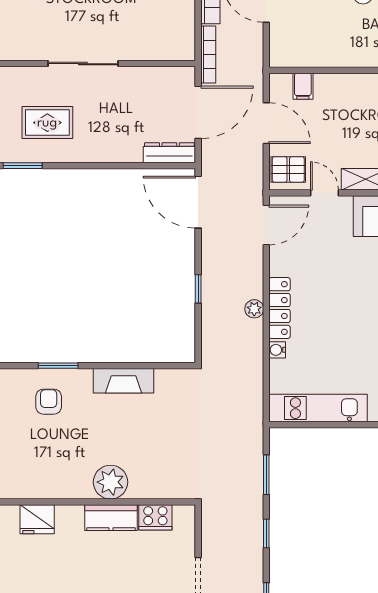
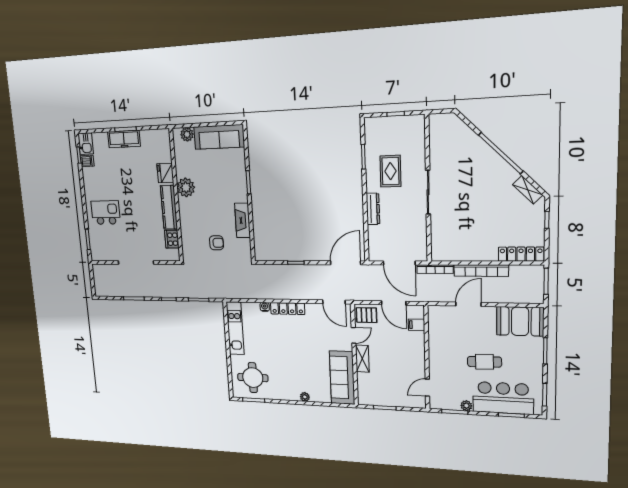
door: (266, 123) -> (394, 303), hinge flipped
dresser: (169, 153) -> (373, 209), moved
pallet: (288, 169) -> (367, 315), turned 90
plant: (254, 309) -> (286, 294), removed
armchair: (49, 402) -> (216, 243), moved
plant: (111, 482) -> (186, 187), moved
kitchen counter: (111, 518) -> (169, 207), width x1.50

